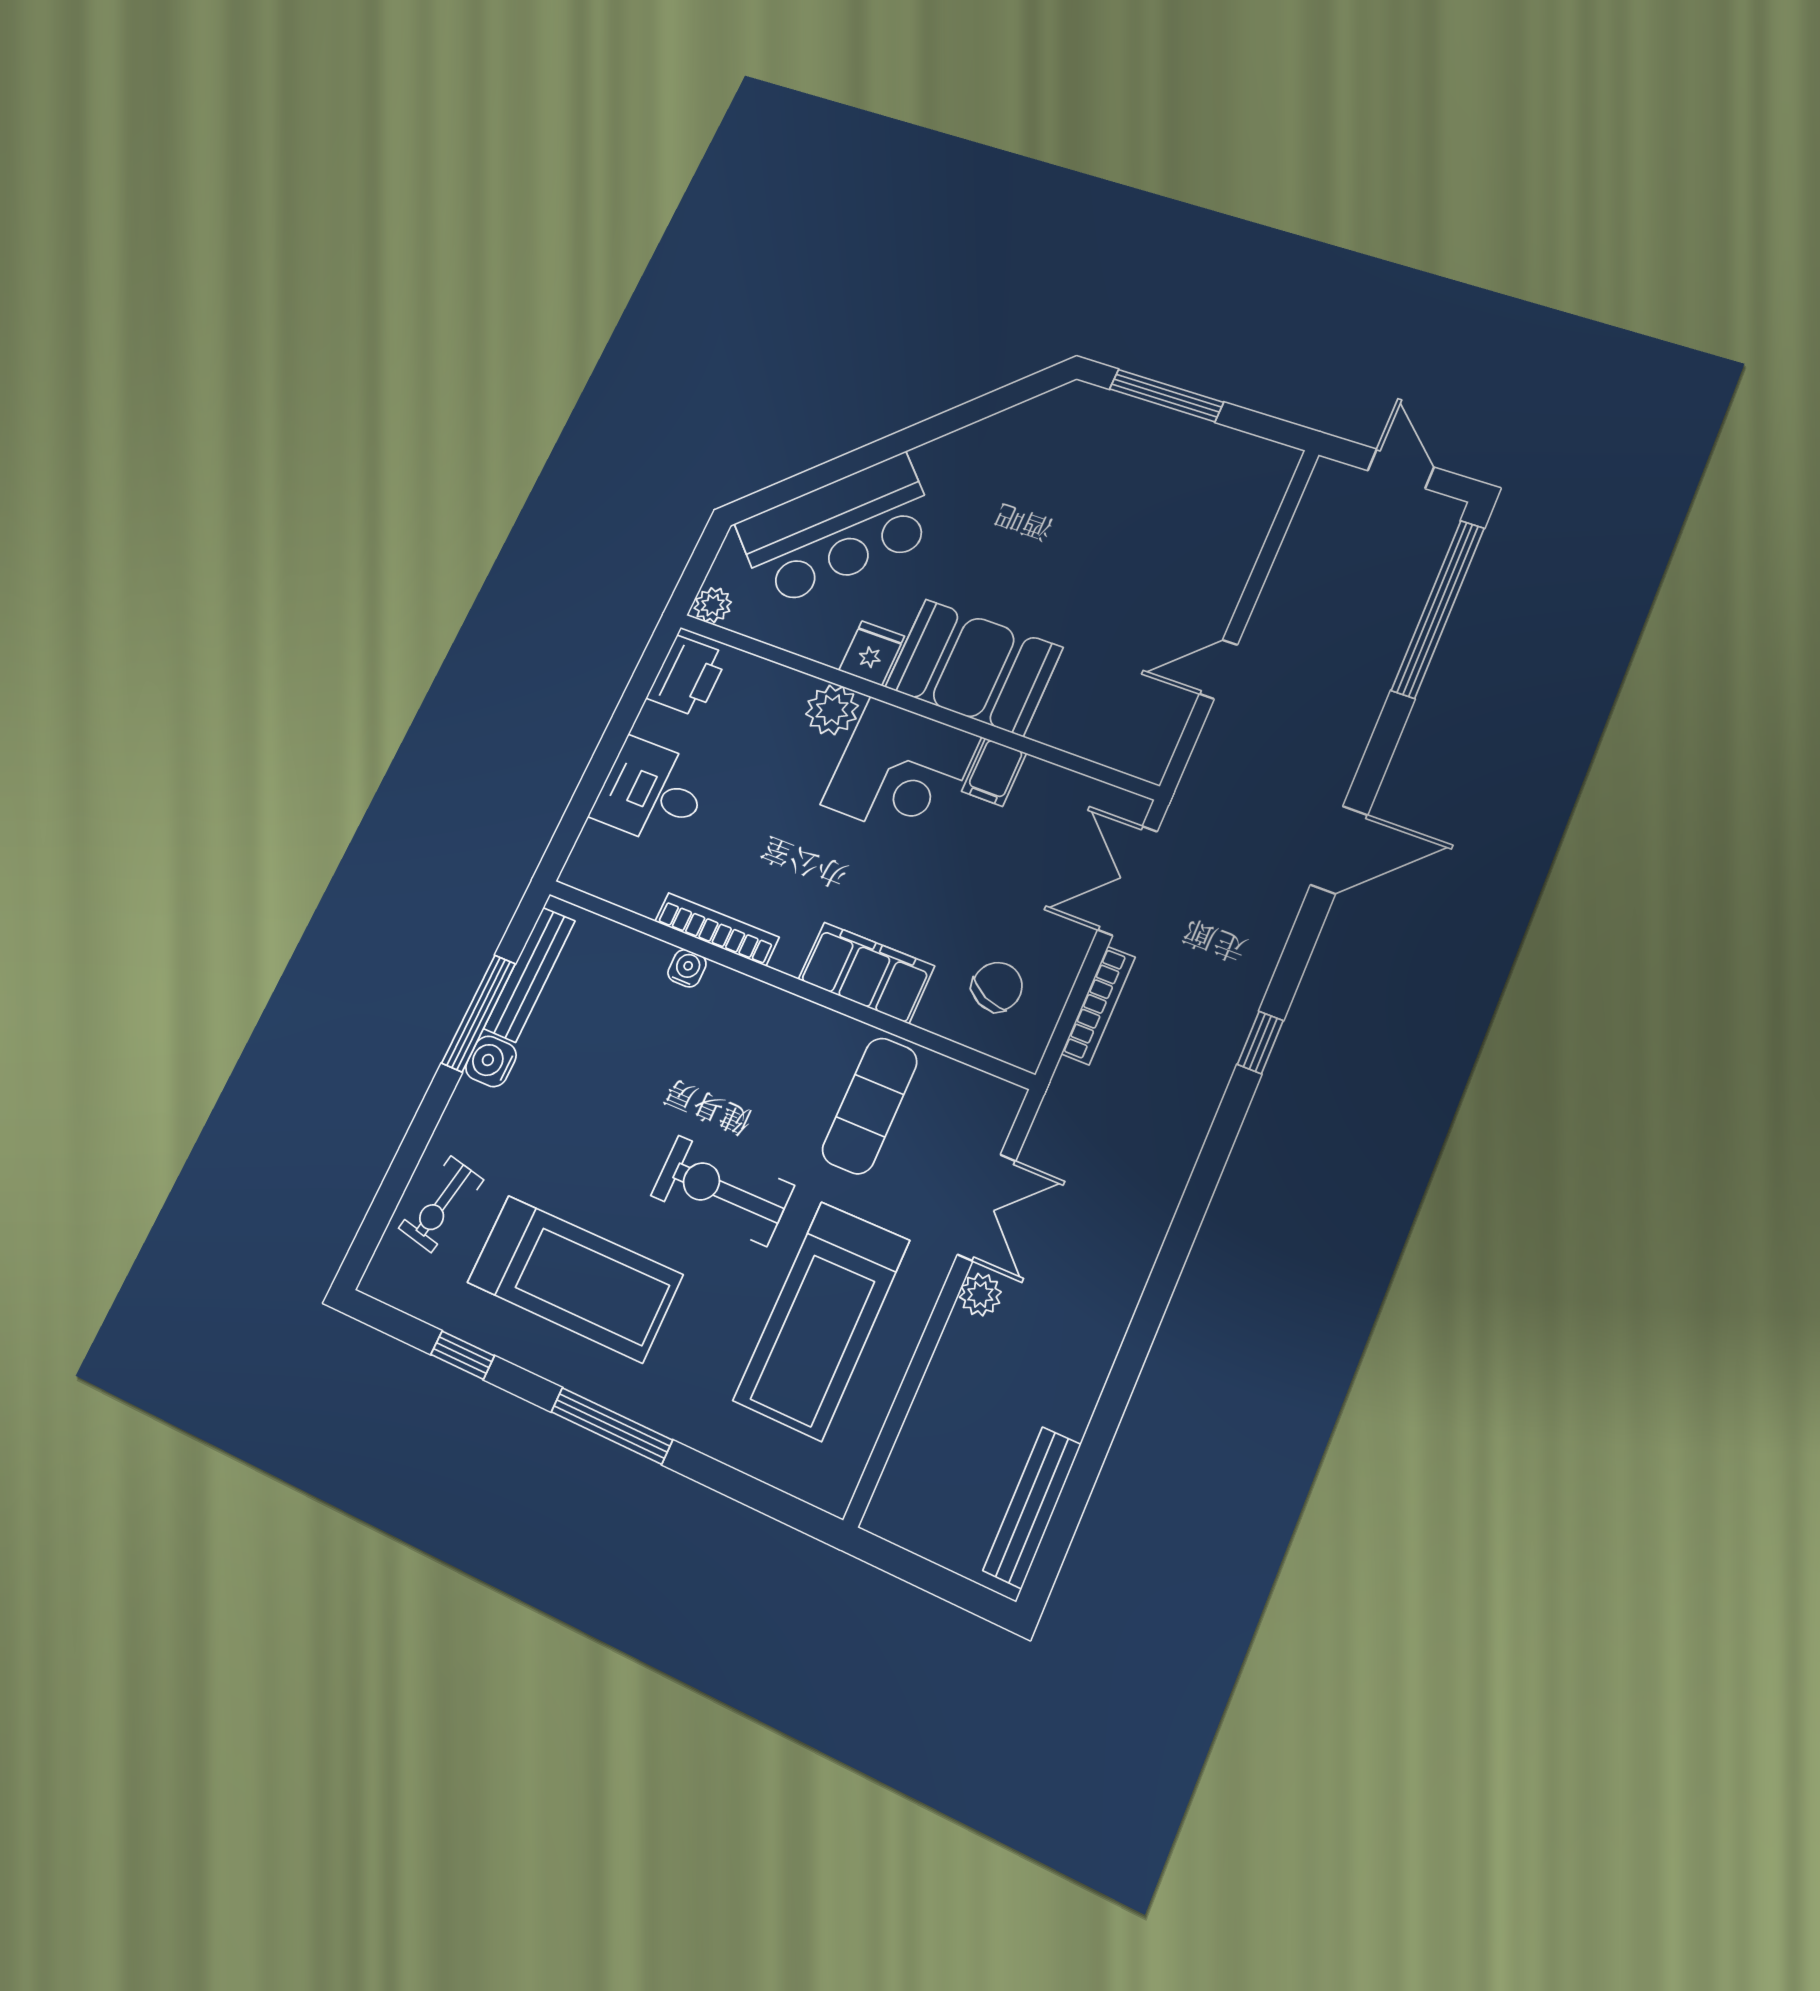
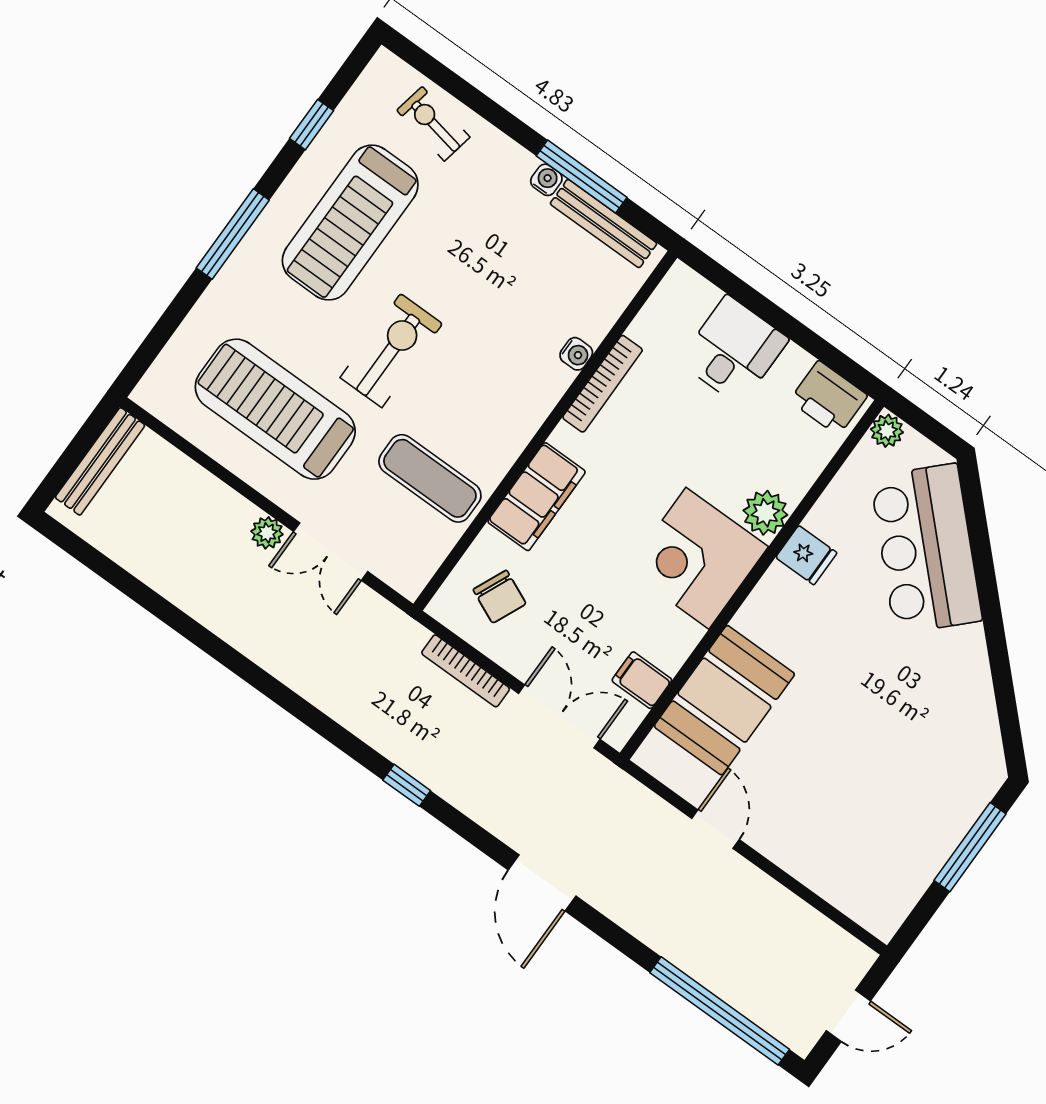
booth: (974, 667) -> (724, 700), moved
filing cabinet: (994, 772) -> (642, 680), moved
water cooler: (491, 1061) -> (546, 180), width x0.72, depth x0.72
bench: (1032, 1507) -> (100, 461), moved, turned 90

